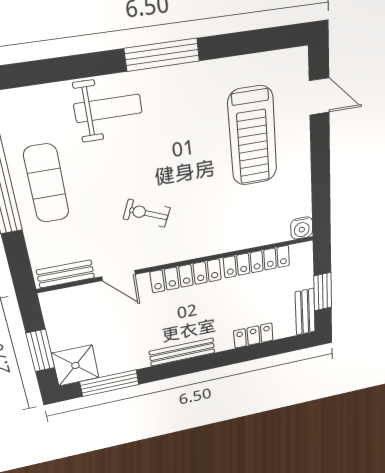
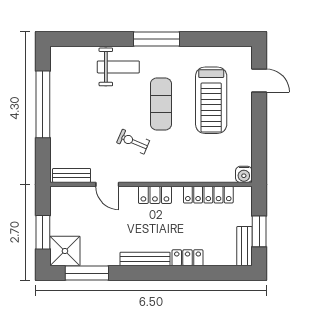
exercise mat: (46, 184) -> (161, 104), moved
locker: (186, 276) -> (155, 195), width x0.66
locker: (253, 336) -> (188, 258), moved

